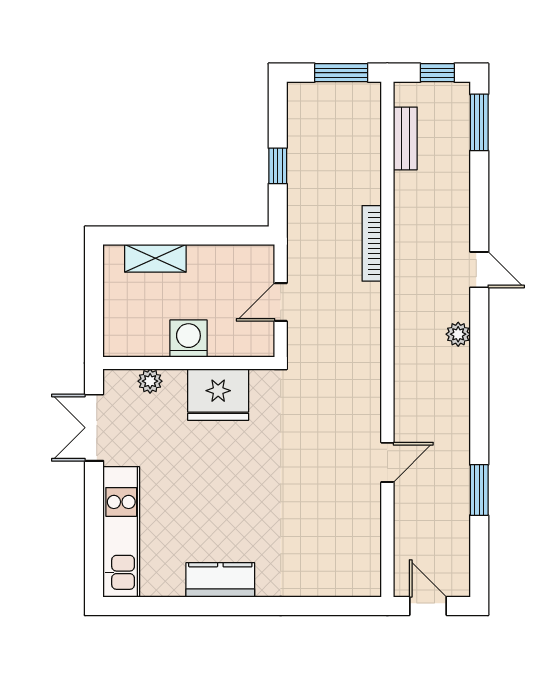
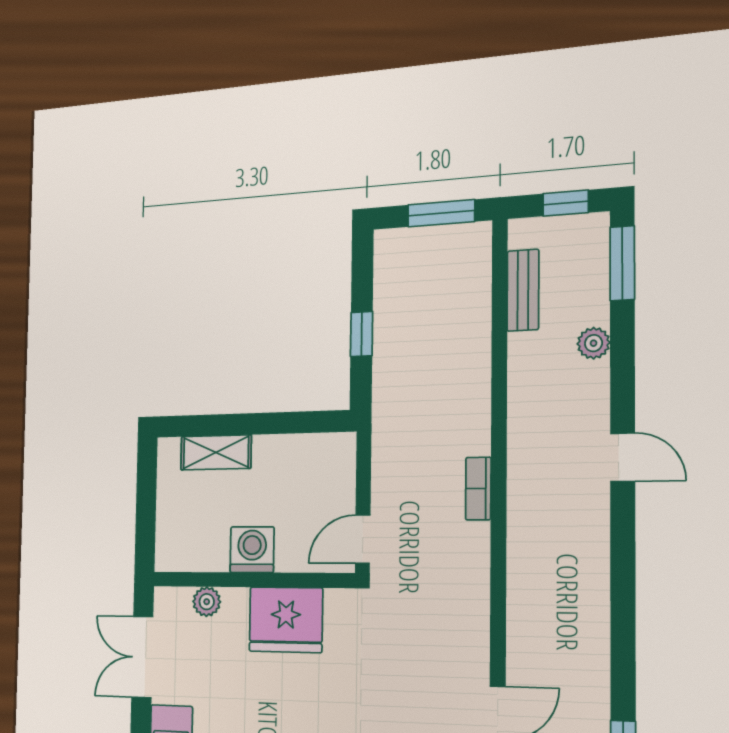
bookcase: (372, 243) -> (478, 489), moved, width x0.64
door: (281, 302) -> (363, 539), moved
plant: (458, 334) -> (594, 343), moved

